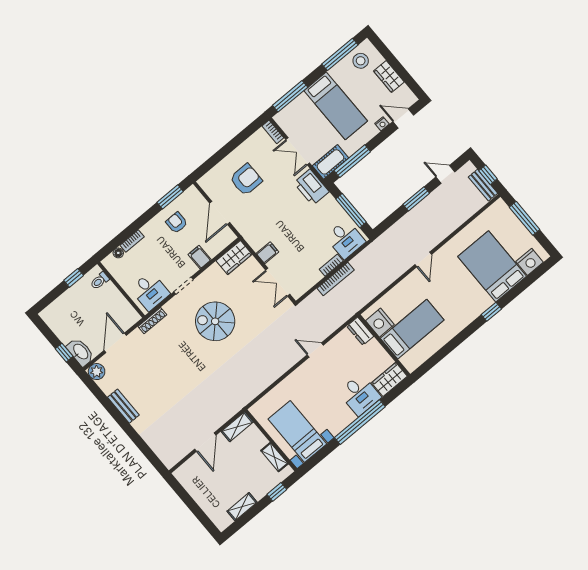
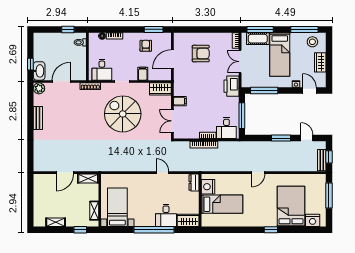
cot: (330, 162) -> (258, 39), moved
spiral stairs: (215, 321) -> (123, 114), width x1.37, depth x1.37

